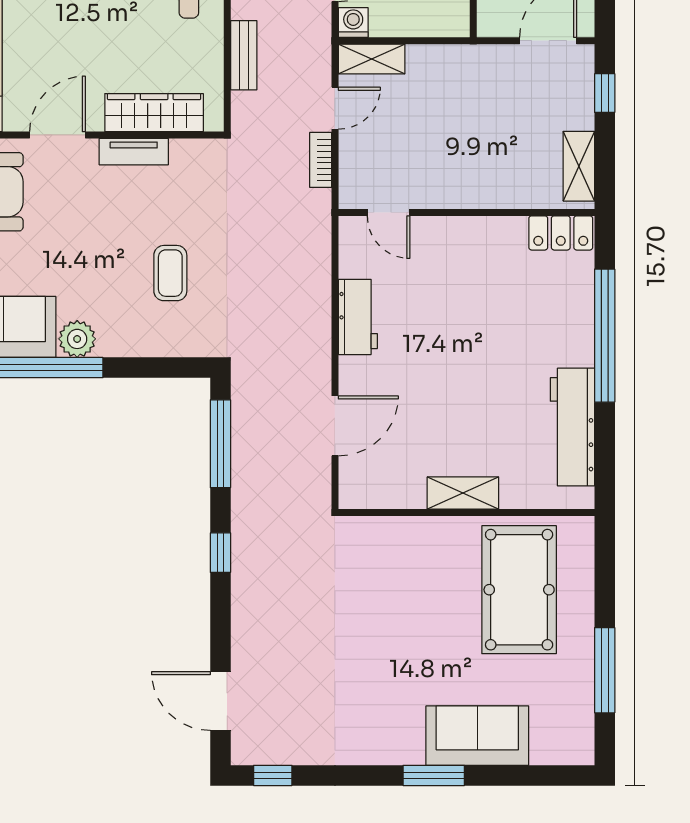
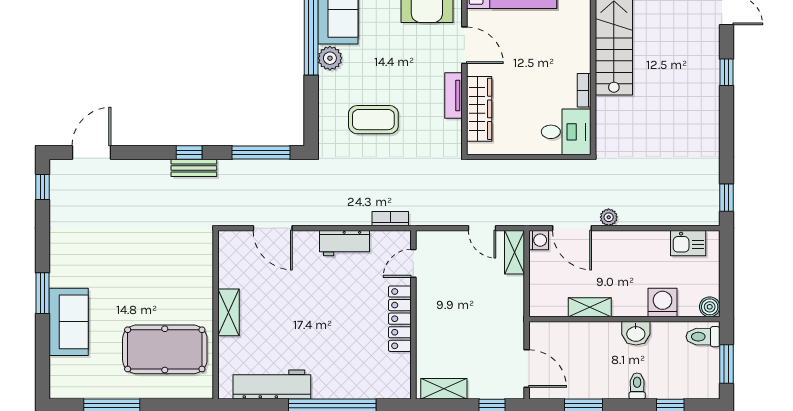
bench: (244, 55) -> (194, 168), moved
bookcase: (321, 160) -> (390, 219), moved
locker: (561, 233) -> (400, 319), moved, width x1.53
coffee table: (170, 273) -> (373, 120), width x1.36, depth x1.30

